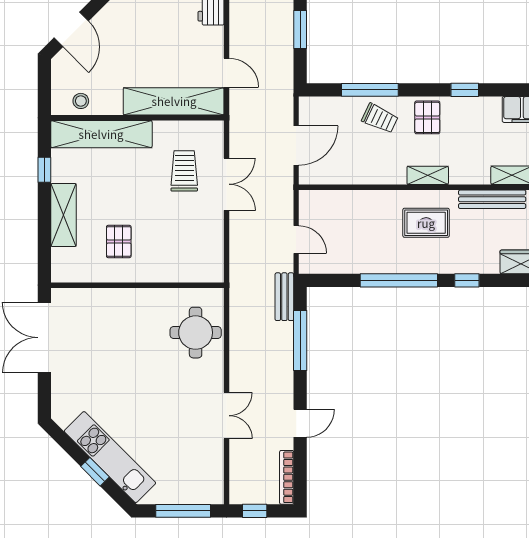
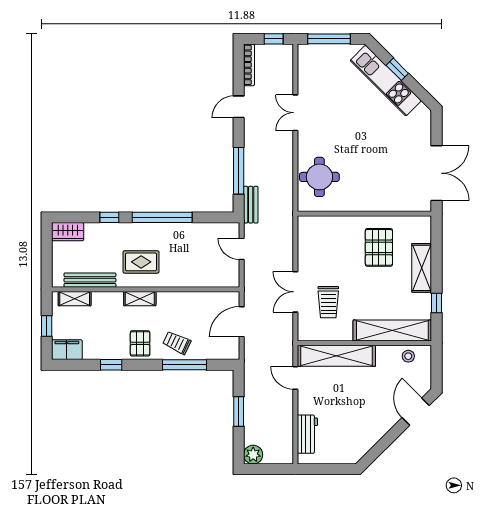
pallet: (119, 242) -> (379, 247), width x1.50, depth x1.42

